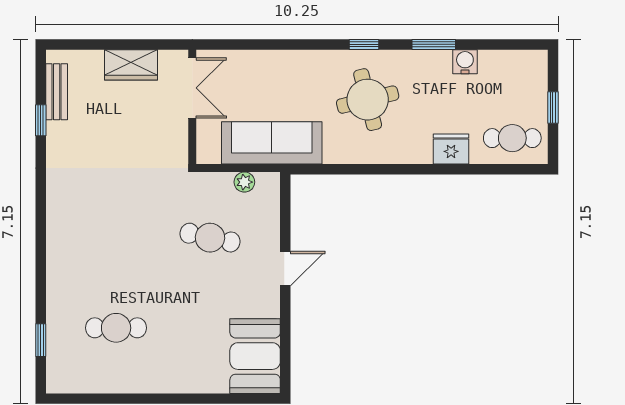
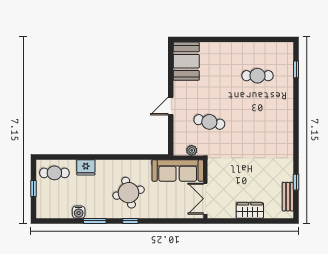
double door: (192, 88) -> (205, 199), moved
wall: (192, 107) -> (205, 189), moved

